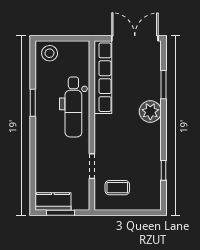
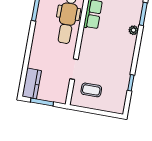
plant: (150, 111) -> (133, 30), width x0.53, depth x0.53
kitchen counter: (53, 202) -> (32, 83), moved, turned 90

